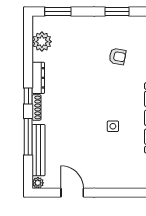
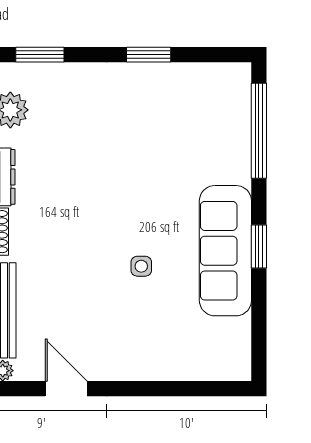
armchair: (117, 56) -> (150, 138), removed

